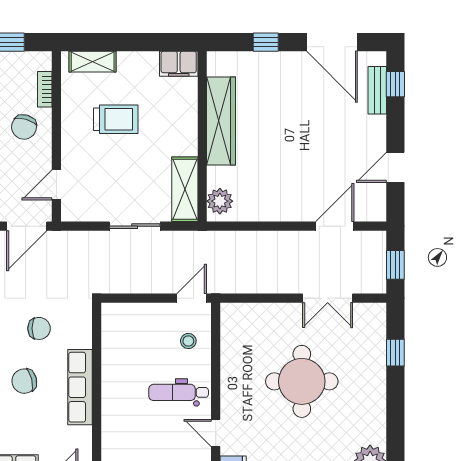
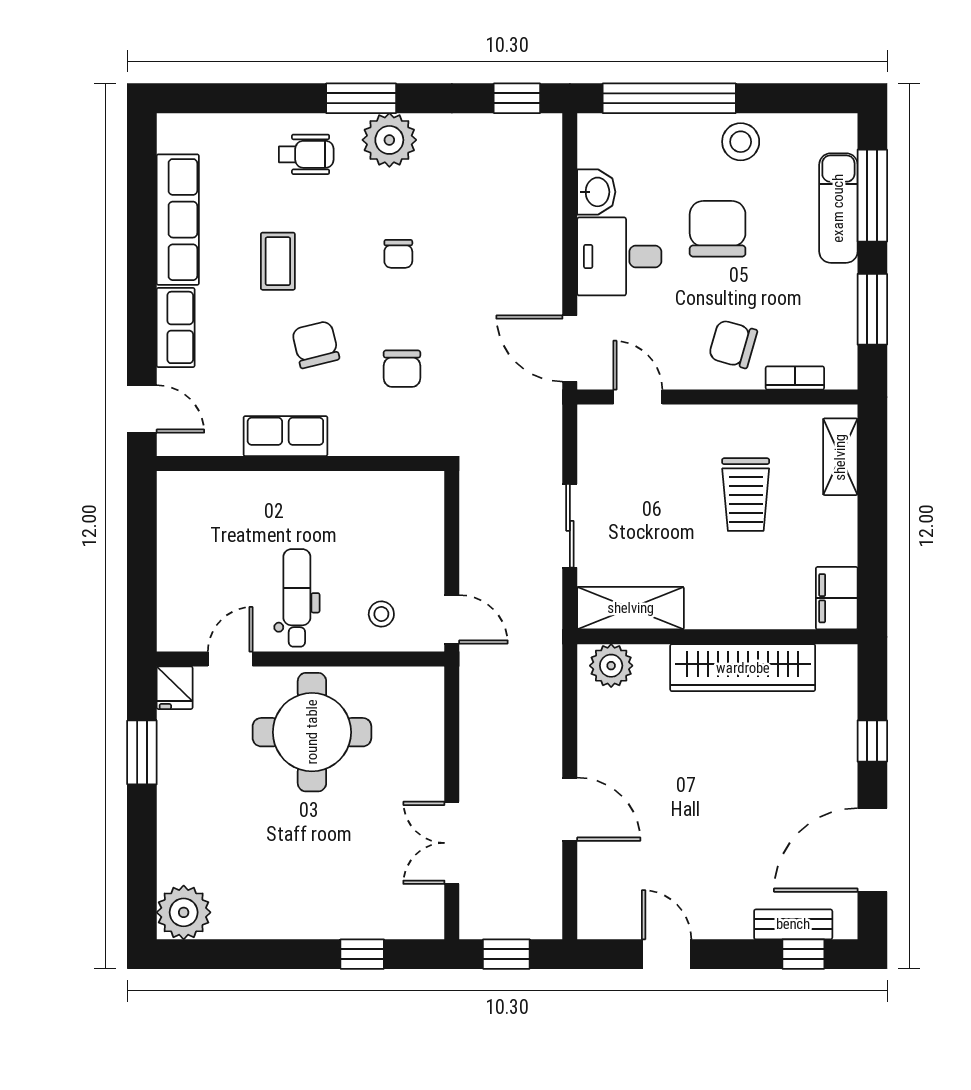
door: (335, 226) -> (570, 809), moved
round table: (302, 381) -> (312, 732), moved
row of seats: (80, 387) -> (285, 436), width x0.68

